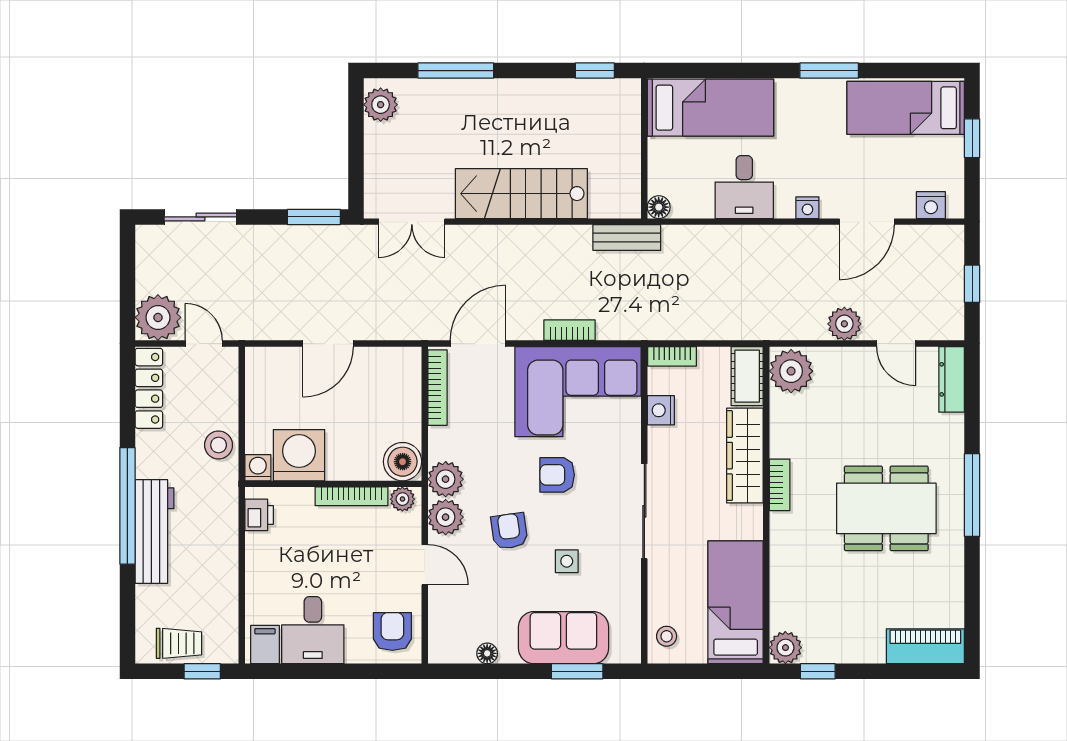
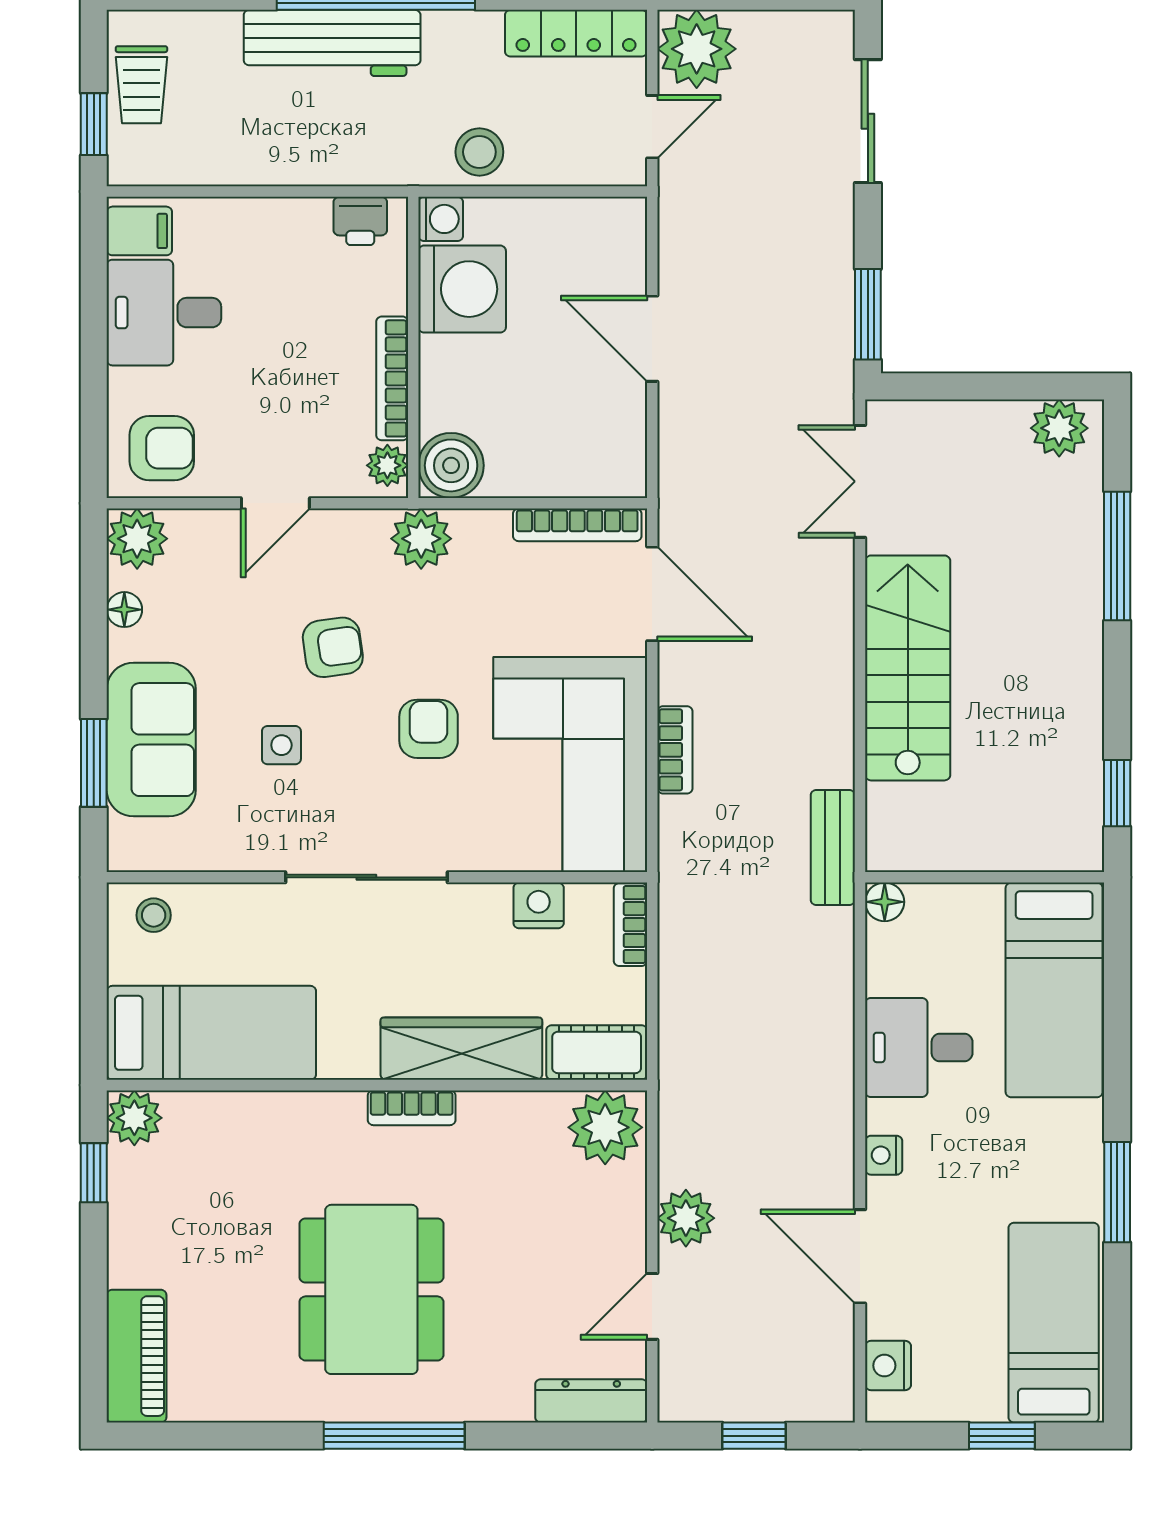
plant: (446, 517) -> (137, 539), moved

